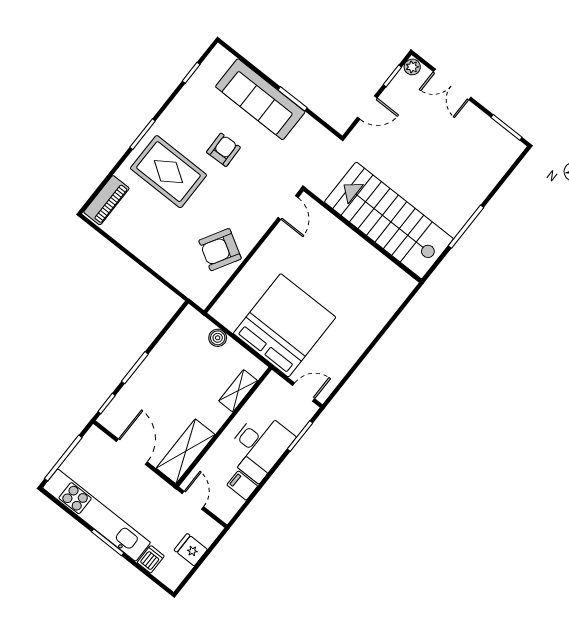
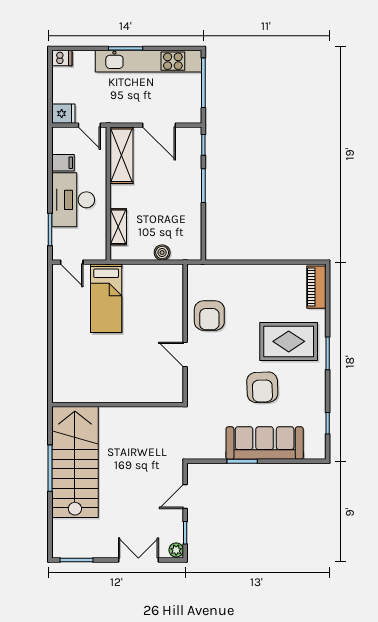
armchair: (223, 150) -> (262, 387), width x1.38, depth x1.38
door: (288, 207) -> (185, 354), moved
stairs: (389, 220) -> (75, 462), moved, turned -90
armchair: (220, 250) -> (209, 316), turned 150
bed: (285, 325) -> (106, 298), width x0.49
door: (304, 392) -> (72, 262), hinge flipped
fridge: (191, 550) -> (63, 114), moved
dishwasher: (151, 559) -> (62, 58), moved, turned -90

